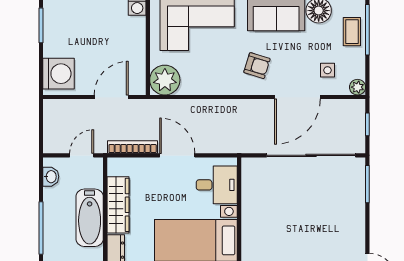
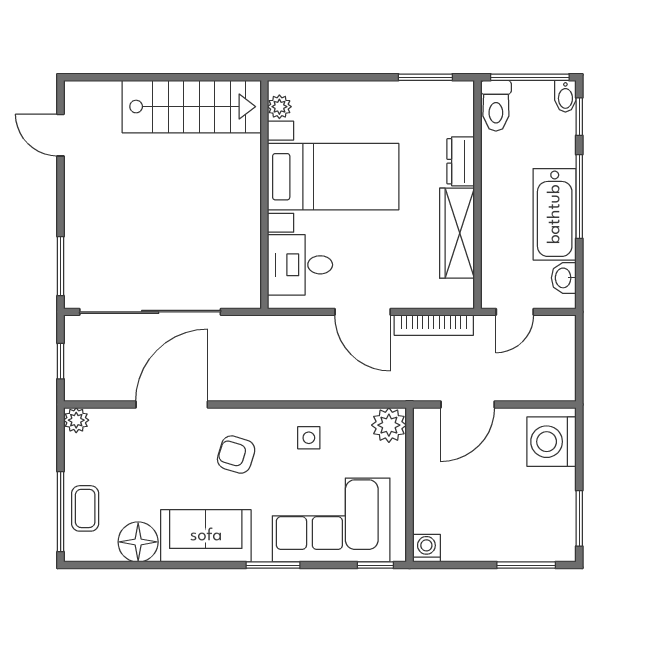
side table: (328, 70) -> (309, 438), moved
plant: (165, 80) -> (389, 425), width x0.73, depth x0.73
bathtub: (90, 218) -> (555, 214), moved, turned 180

